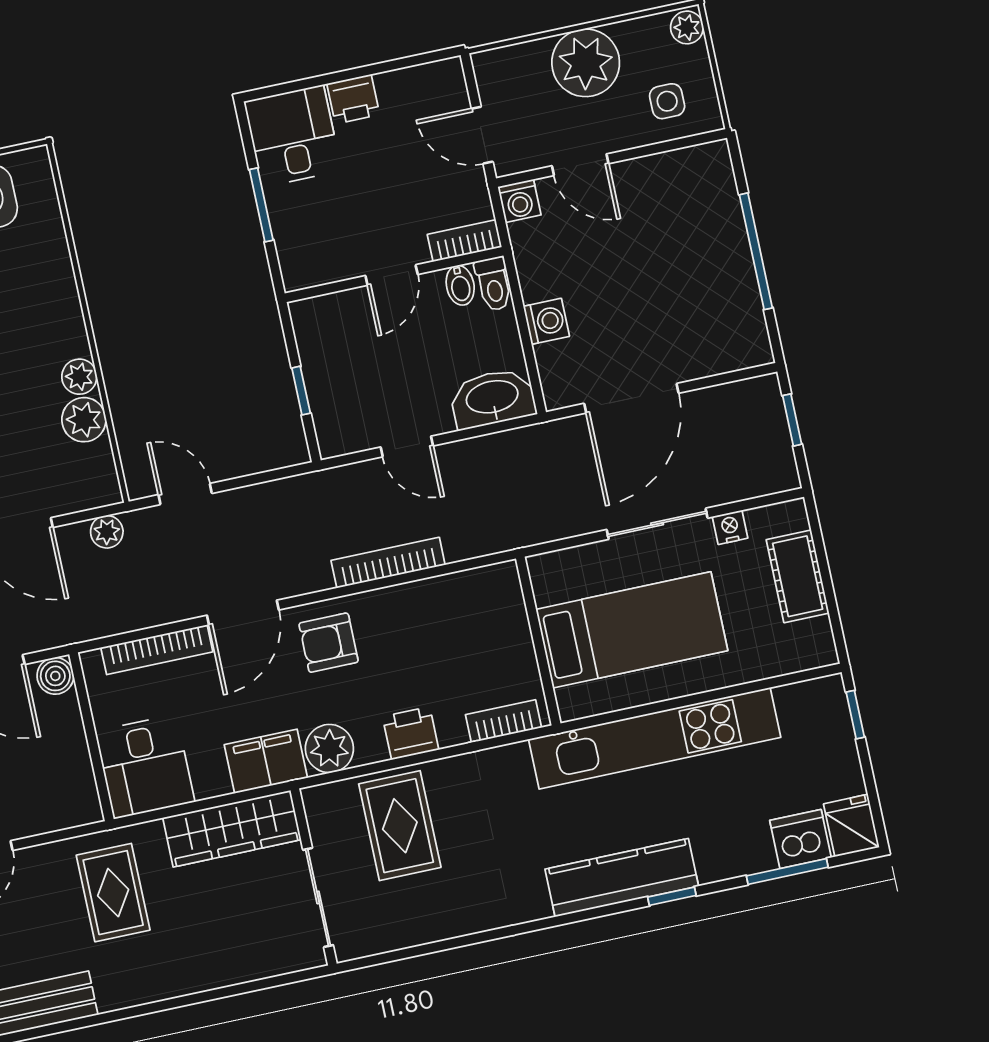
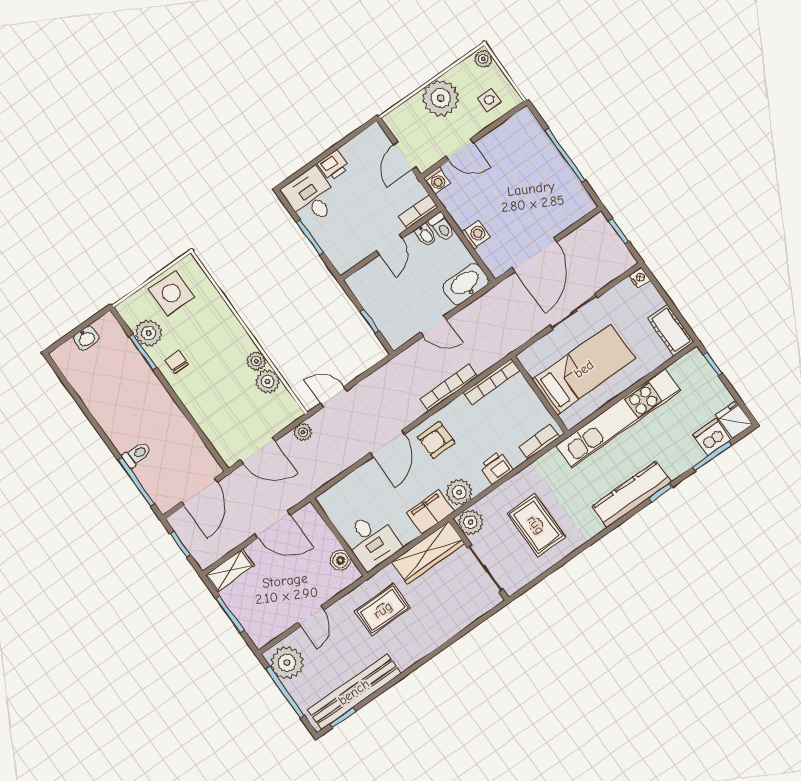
door: (482, 135) -> (405, 156), hinge flipped
nightstand: (730, 527) -> (639, 278), moved, turned 90
cot: (798, 576) -> (671, 330), moved
bookcase: (157, 650) -> (492, 382), moved
boiler: (55, 676) -> (340, 560), moved
plant: (327, 808) -> (470, 522), added
rug: (400, 826) -> (536, 525), moved
rug: (113, 893) -> (383, 610), turned 90

